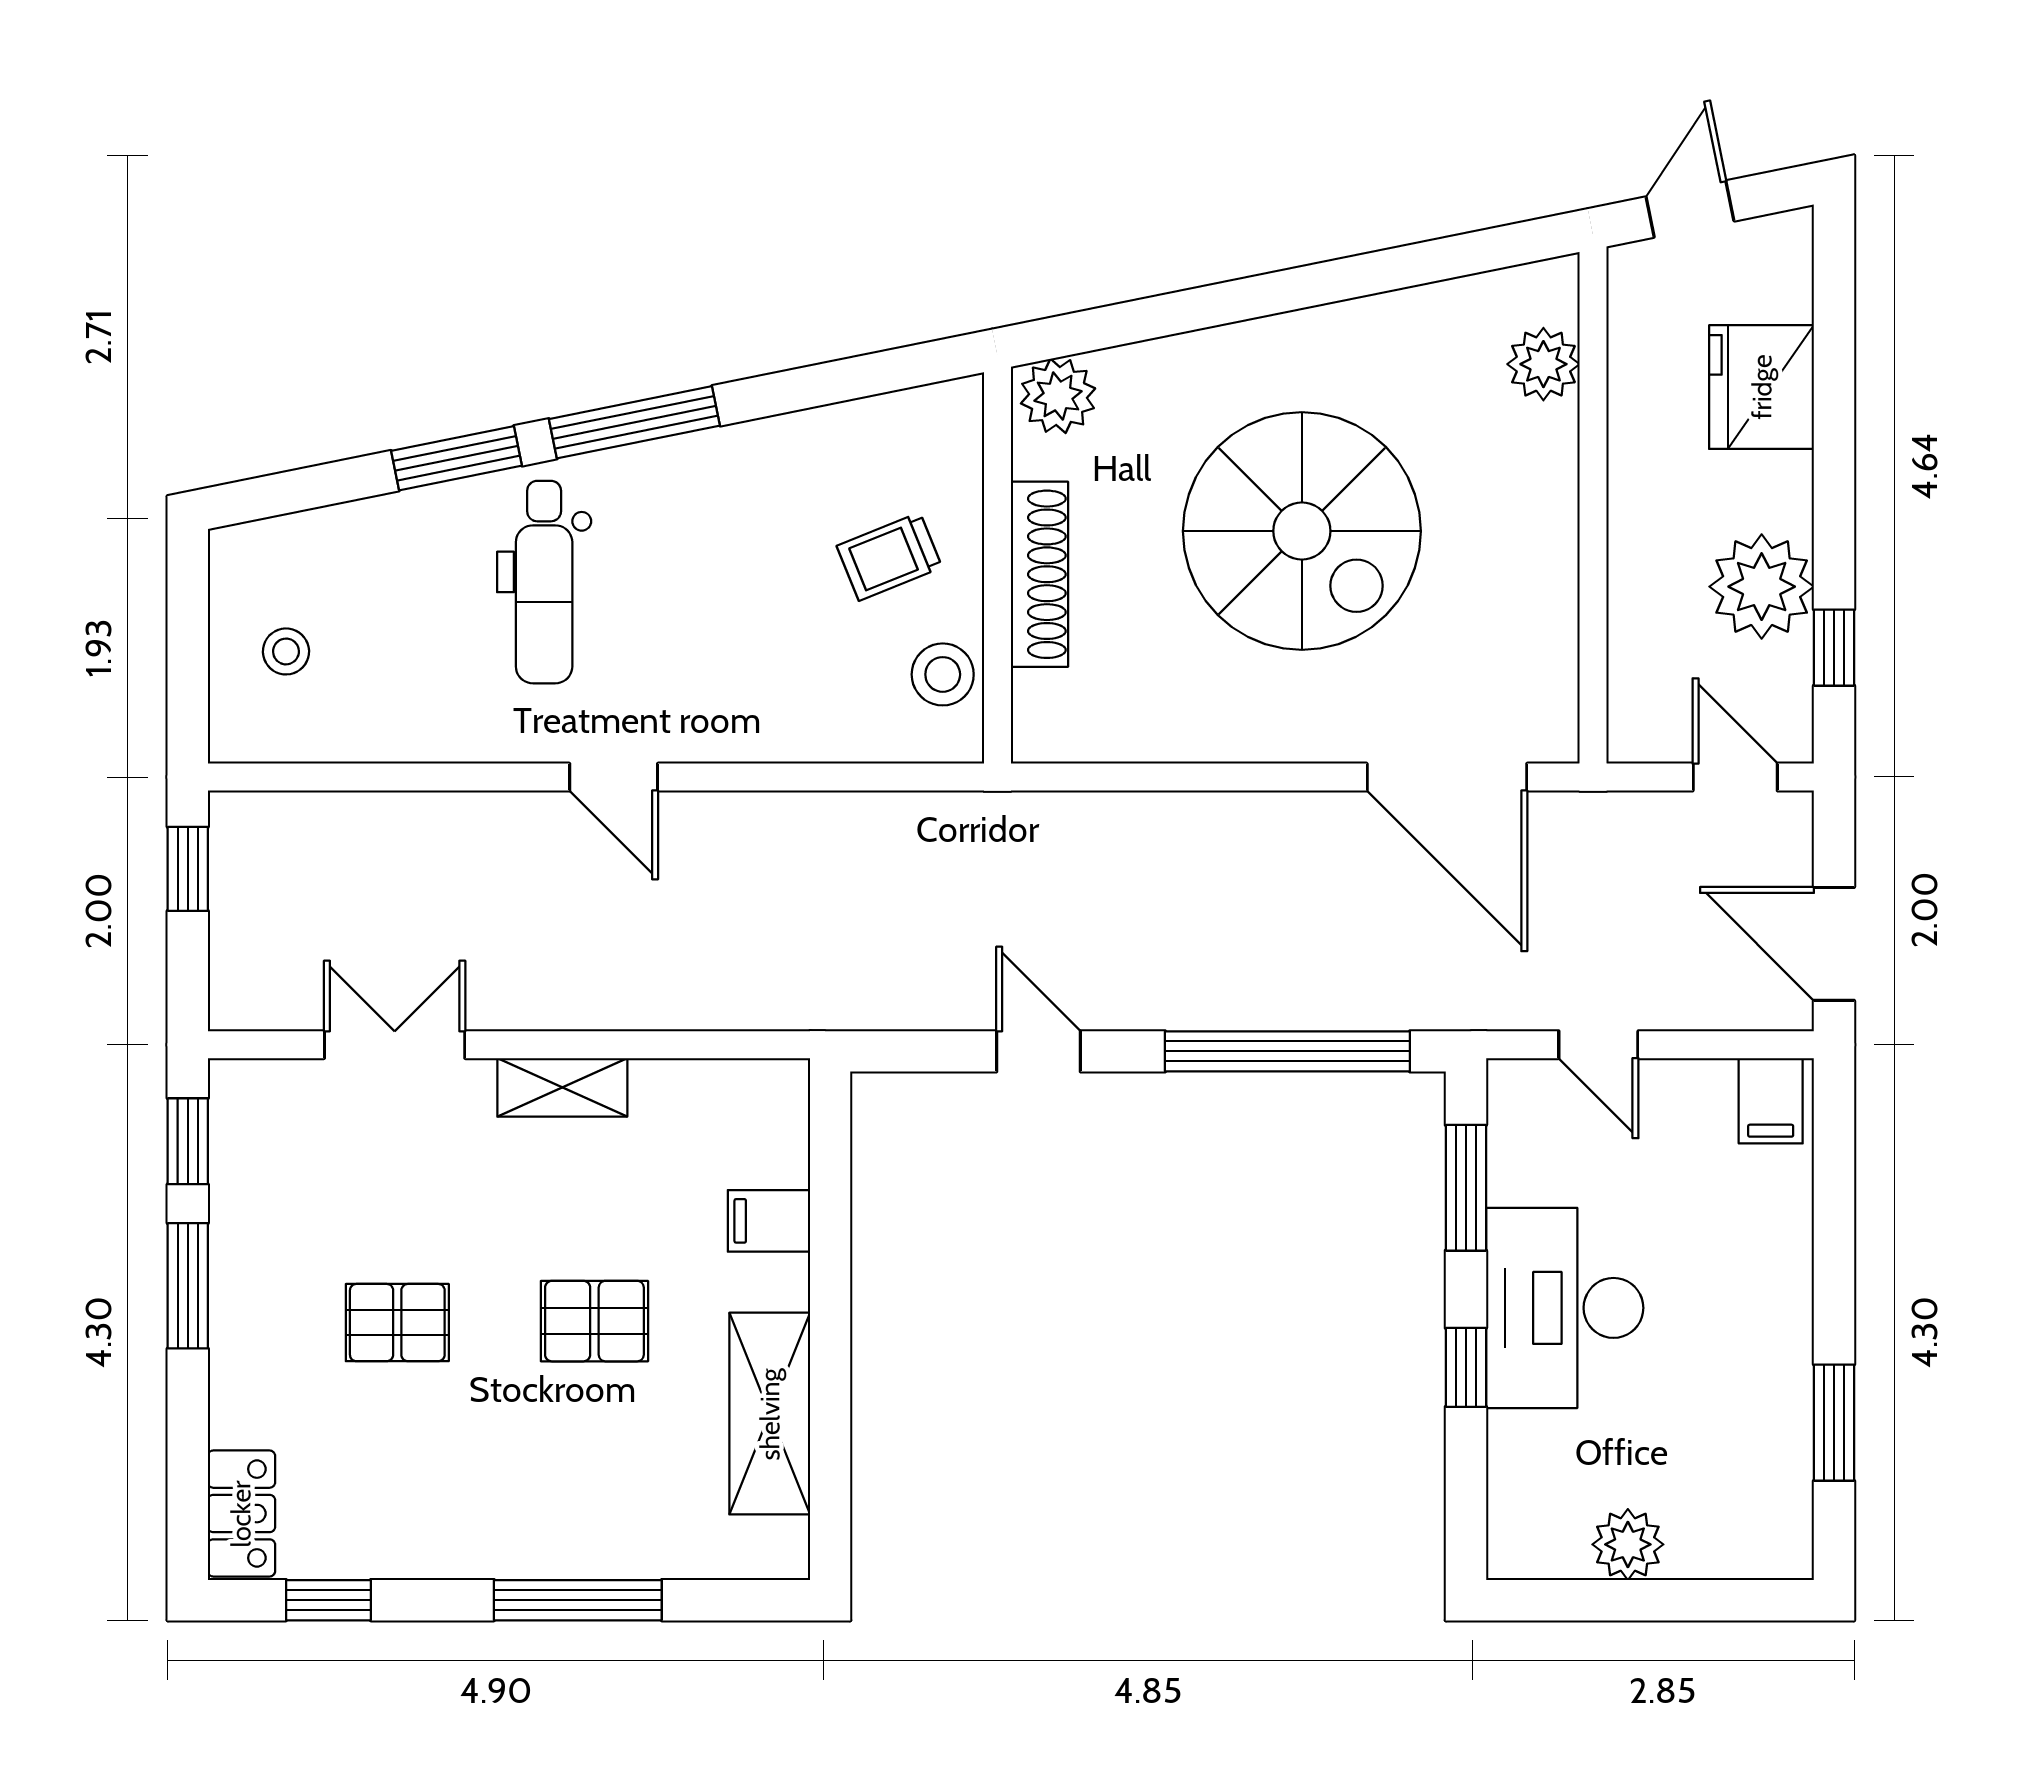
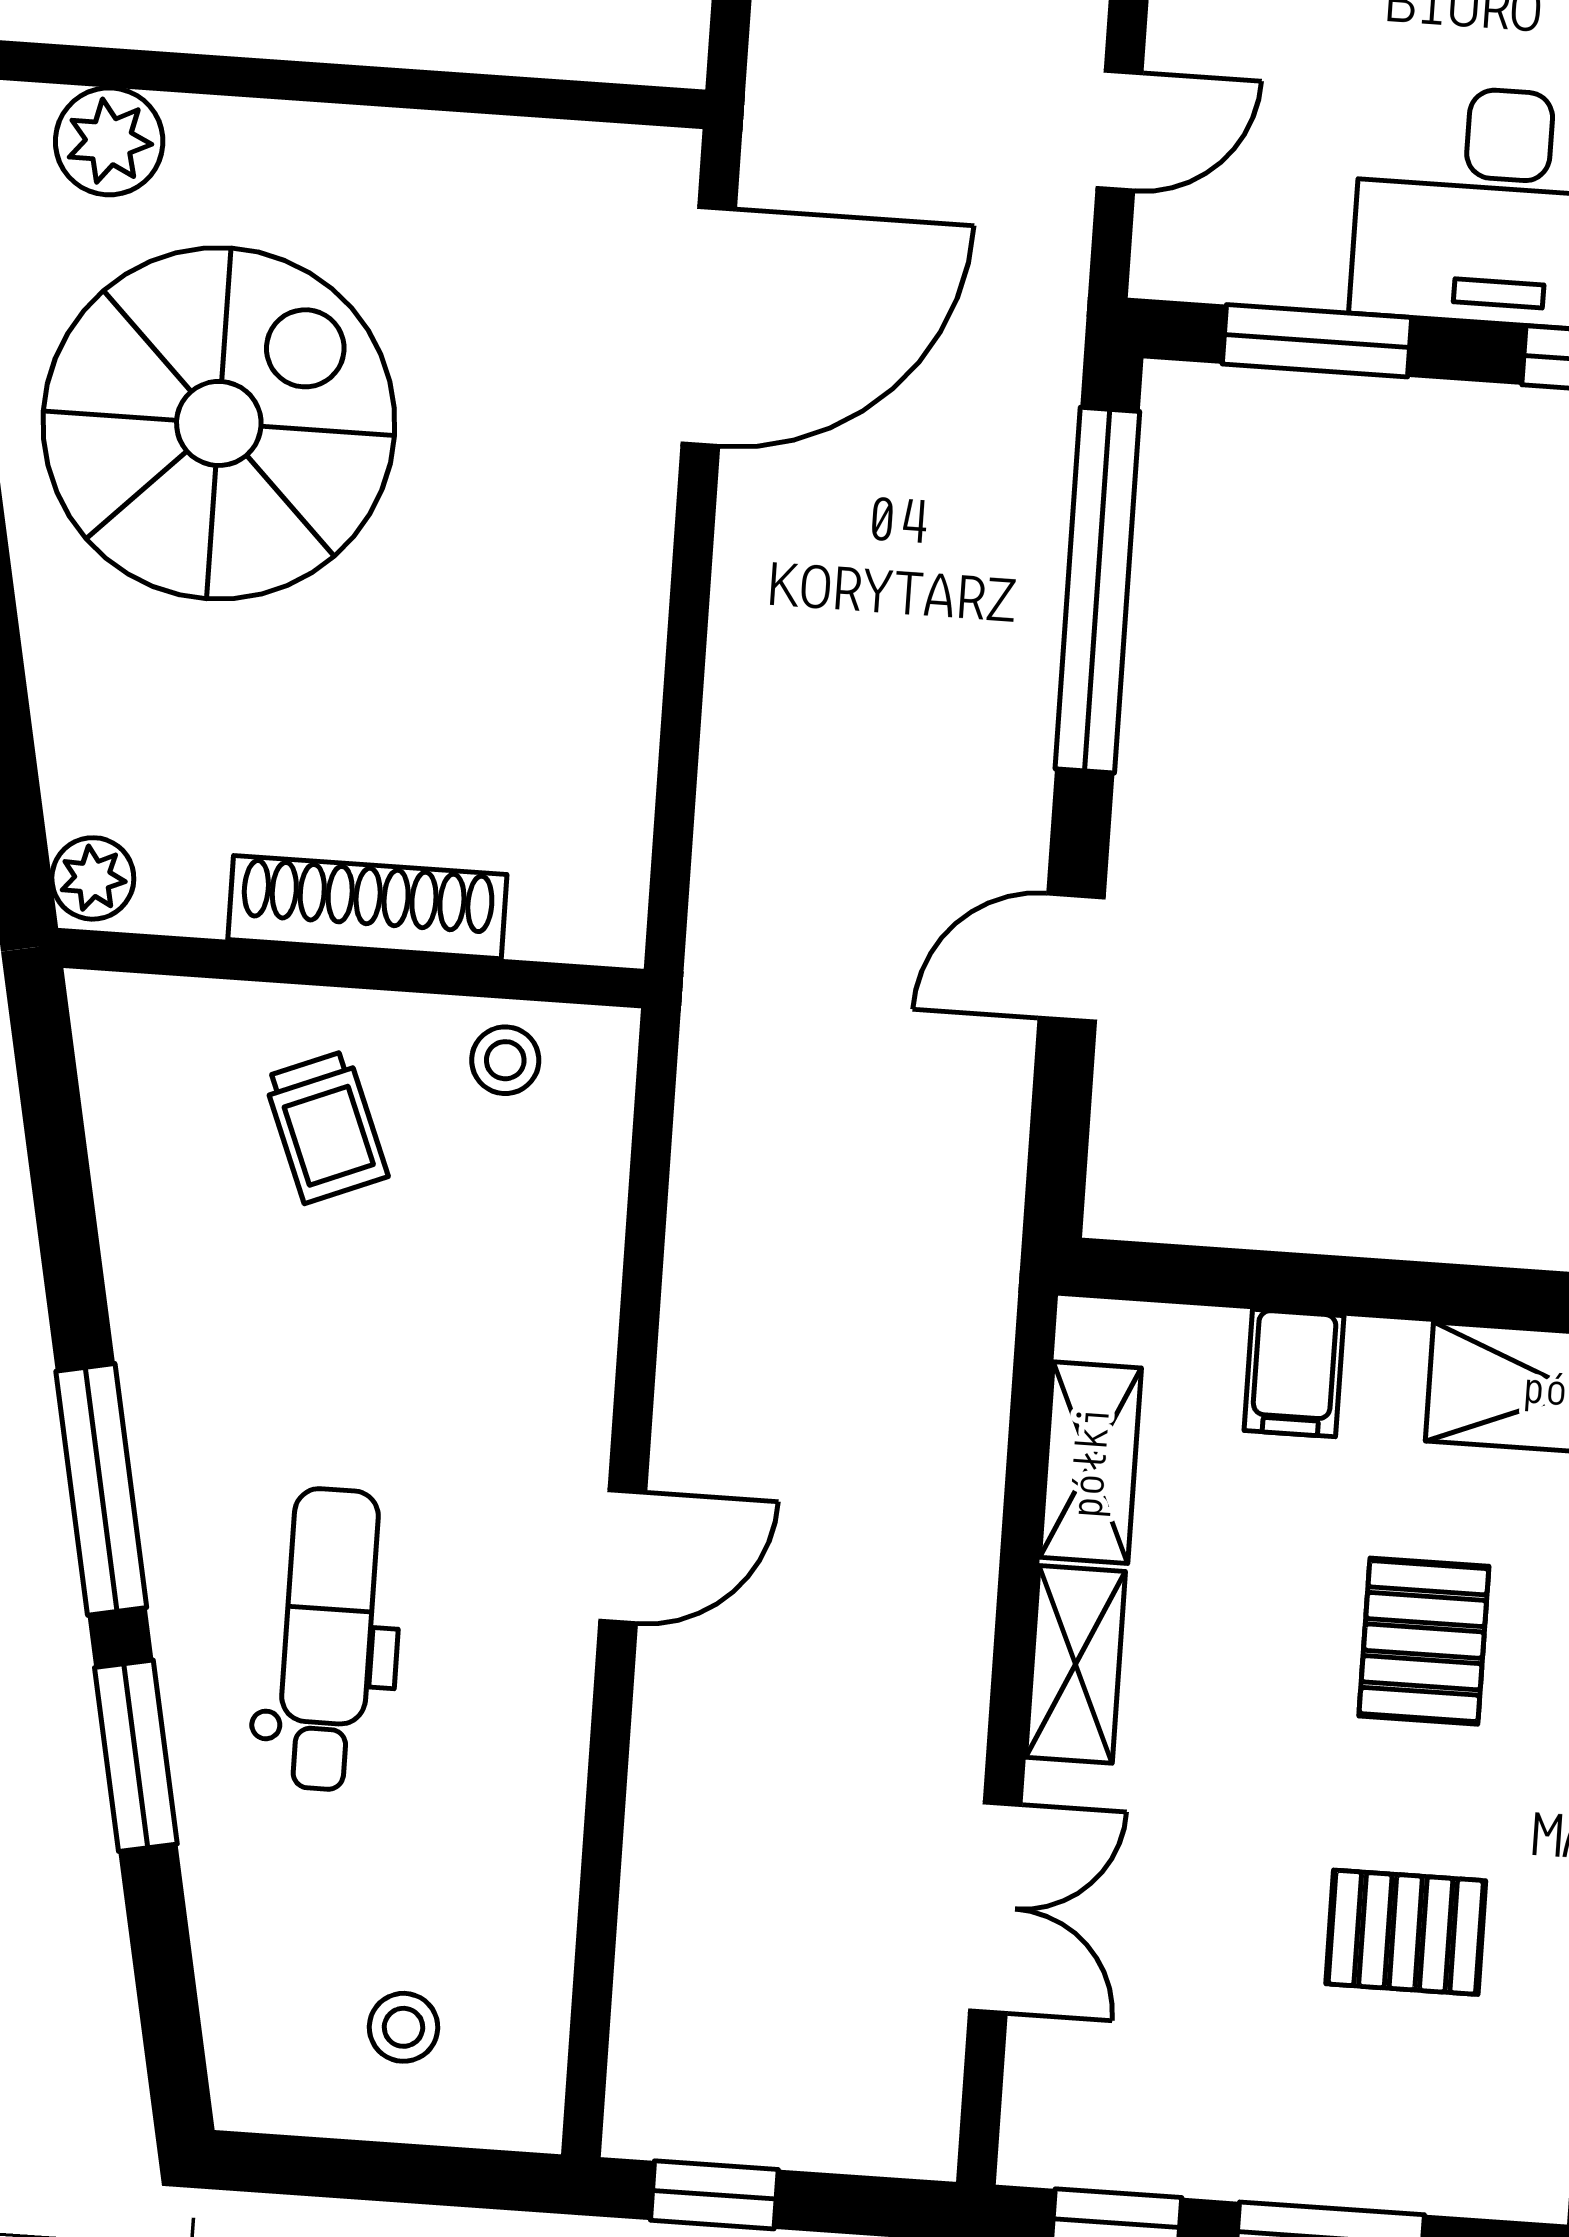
plant: (1058, 396) -> (93, 878), width x0.73, depth x0.73
spiral stairs: (1302, 531) -> (219, 423), moved
dental chair: (544, 582) -> (328, 1639), turned -90
stool: (943, 674) -> (505, 1060), width x0.73, depth x0.73
double door: (395, 1045) -> (995, 1908), swing flipped
shelving: (699, 1088) -> (1091, 1463), added
pallet: (397, 1323) -> (1406, 1932), turned 90

